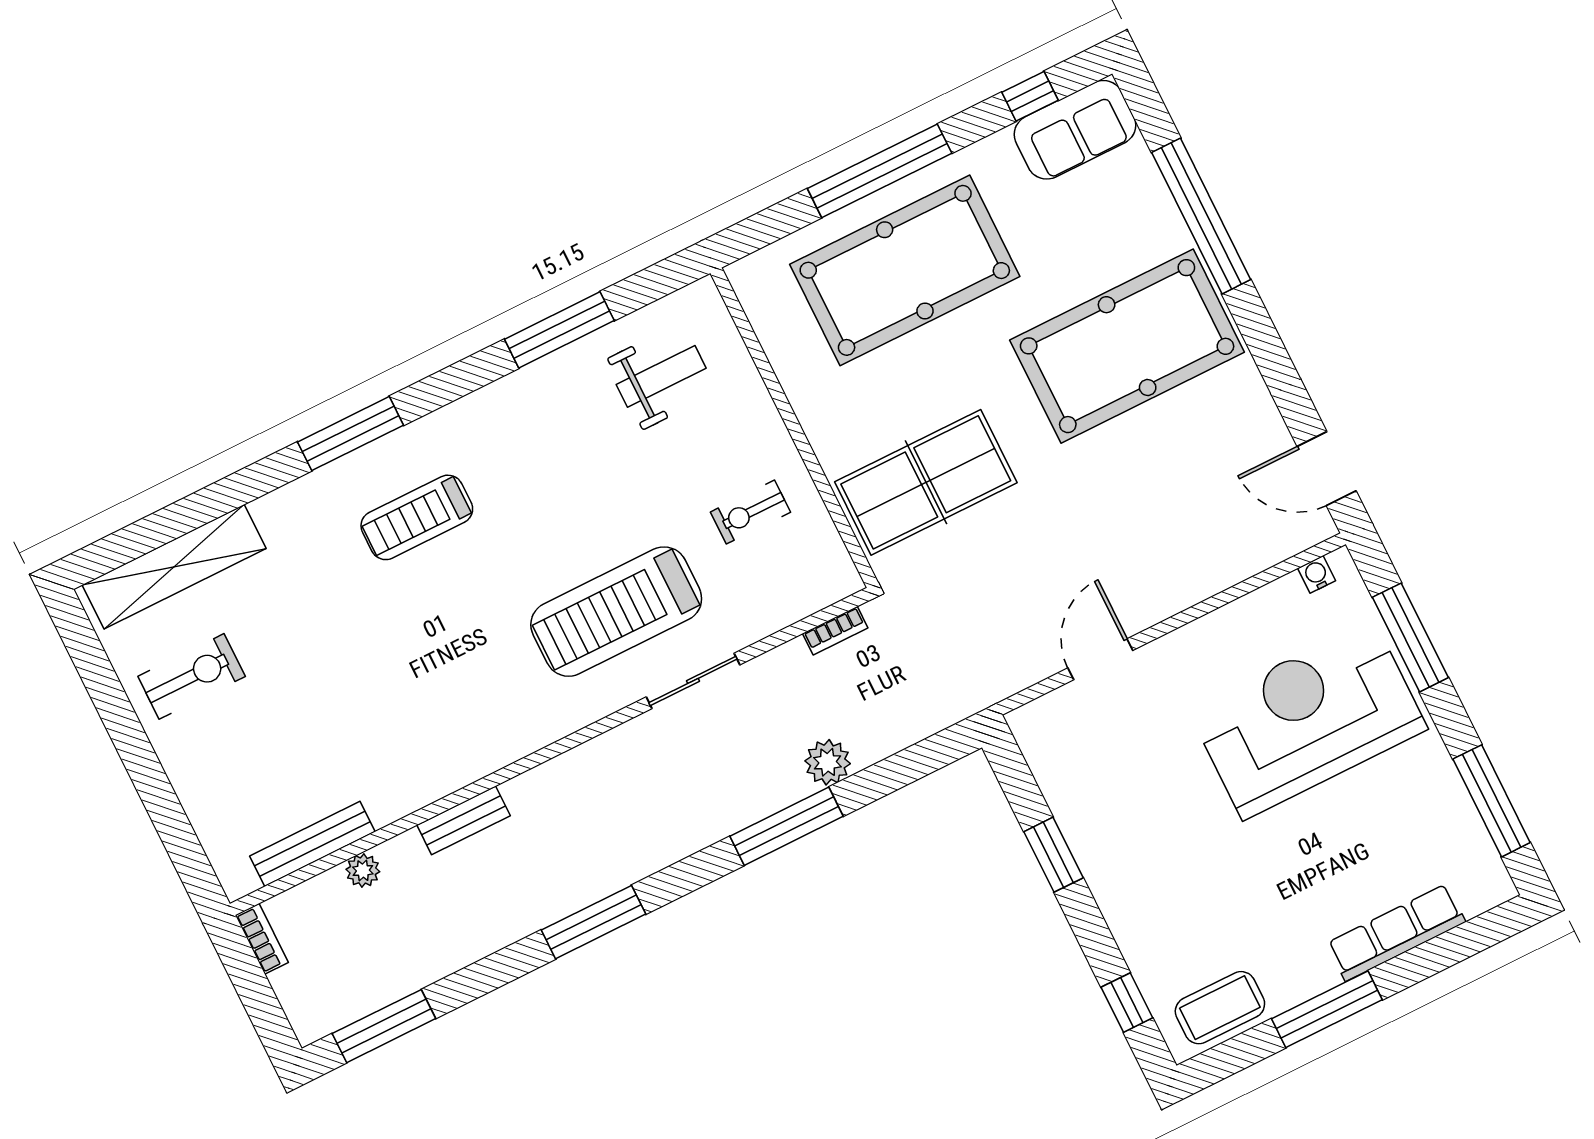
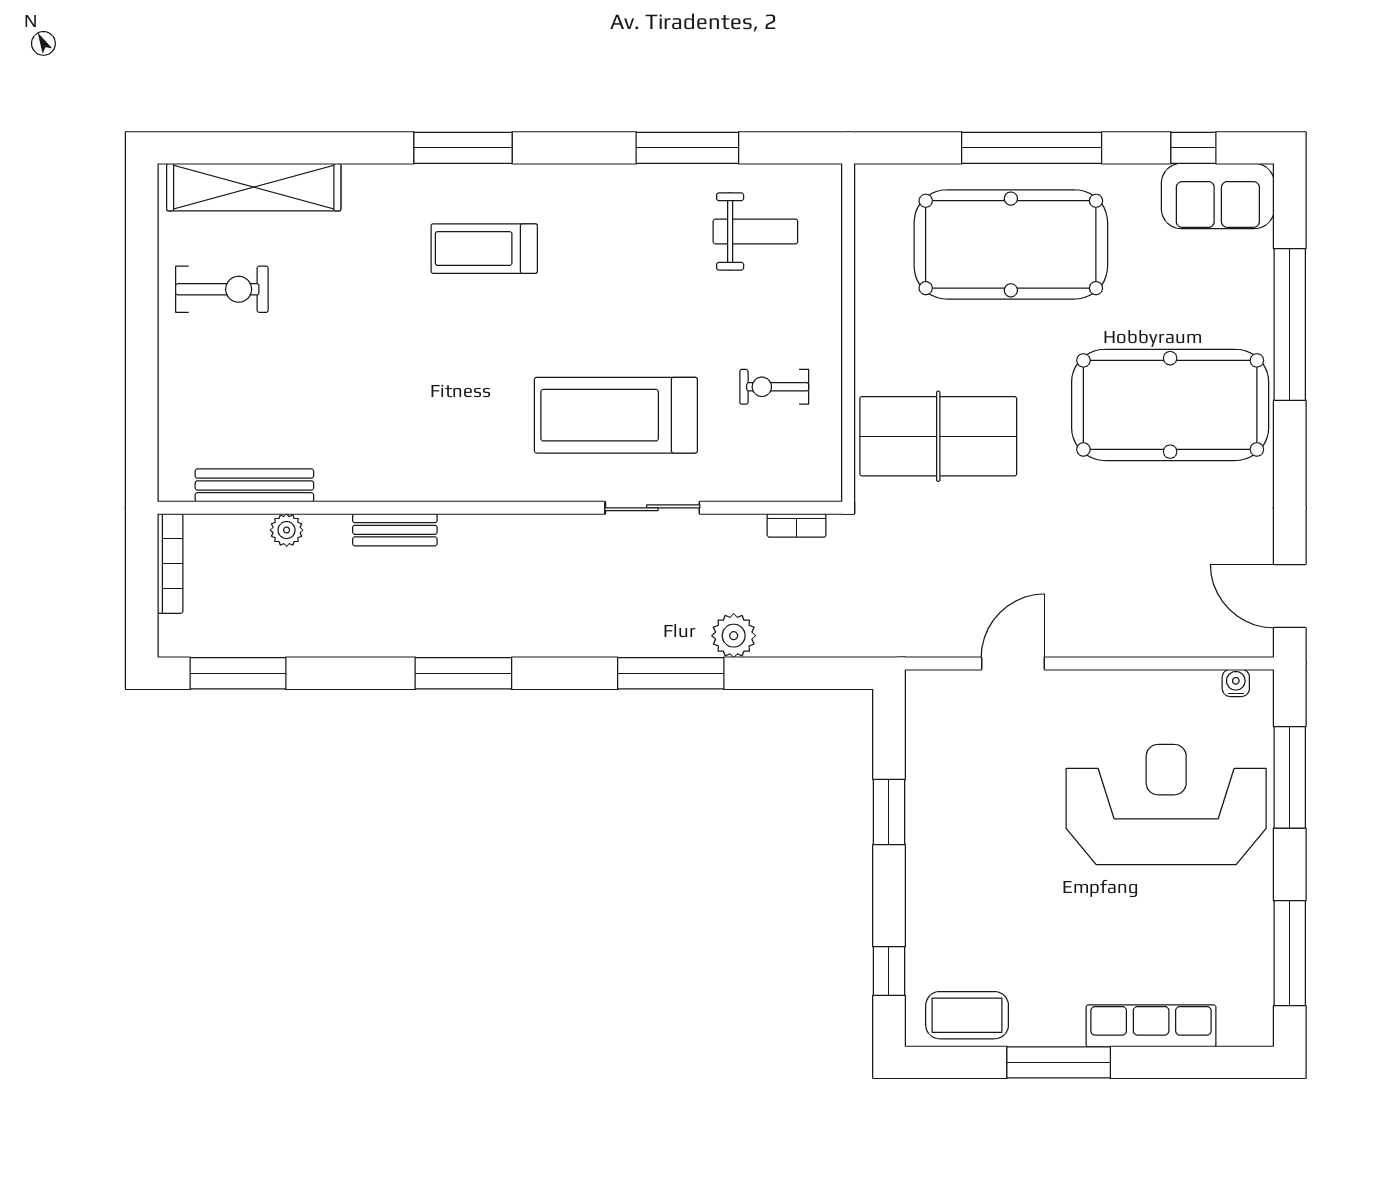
bookcase: (262, 939) -> (170, 564), width x1.56

